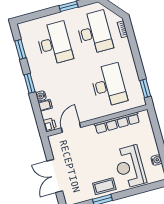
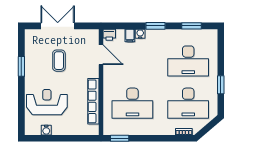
coffee table: (104, 186) -> (59, 61), moved

